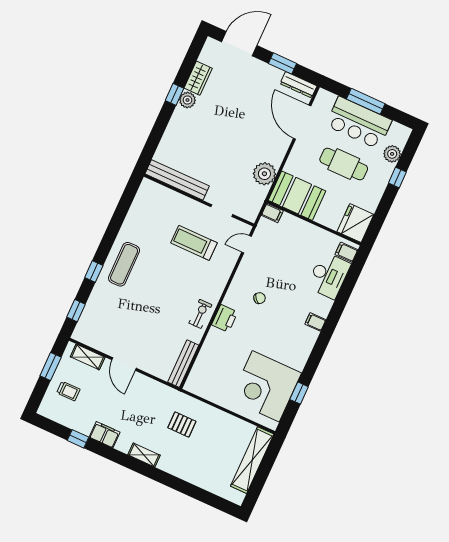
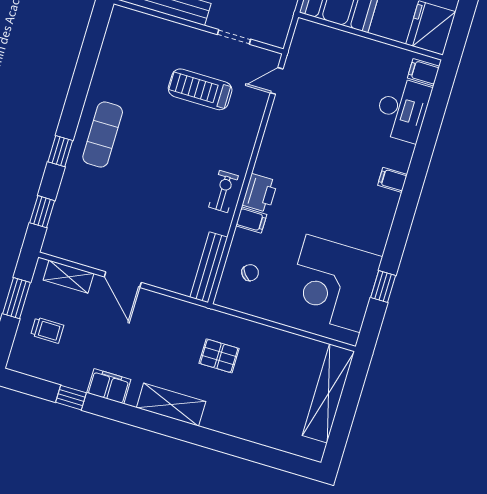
filing cabinet: (272, 213) -> (251, 220), moved
chair: (260, 298) -> (250, 273), moved
shelving: (144, 455) -> (171, 405), width x1.50, depth x1.33

